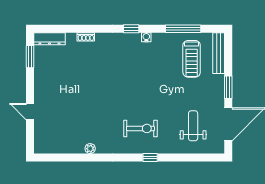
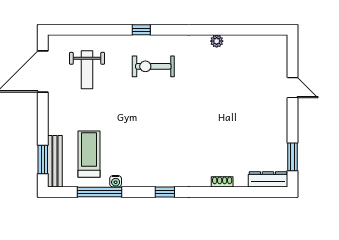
water cooler: (146, 37) -> (116, 181), moved
window: (228, 87) -> (43, 159), moved

